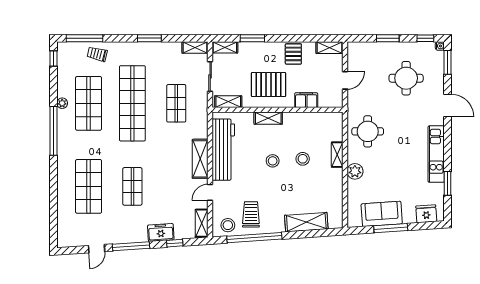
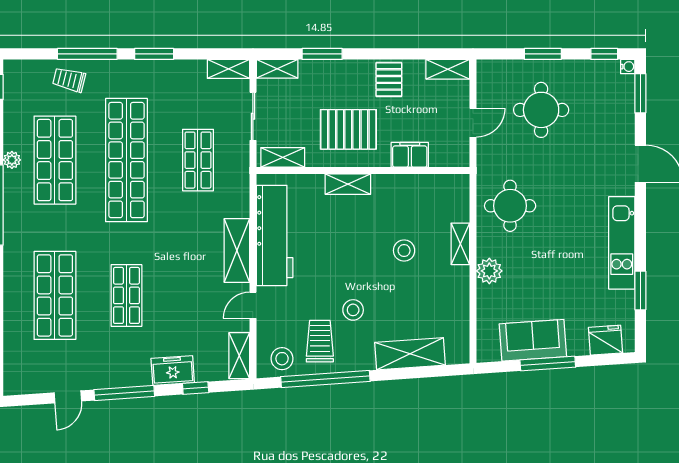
window: (85, 38) -> (87, 54), moved
round table: (406, 78) -> (541, 110), moved
stool: (273, 161) -> (353, 310), moved

